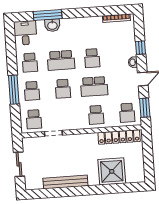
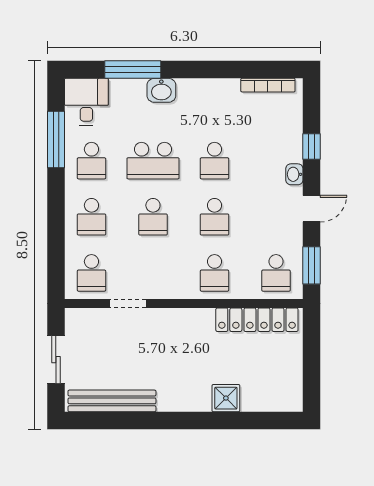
washbasin: (52, 25) -> (161, 90), moved
school desk: (94, 87) -> (214, 217), width x0.54
window: (14, 90) -> (56, 139), moved
shower: (112, 171) -> (226, 398), width x0.54, depth x0.54
bench: (65, 182) -> (112, 401), moved

